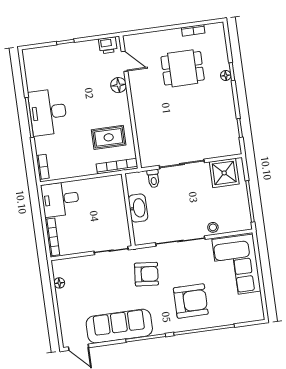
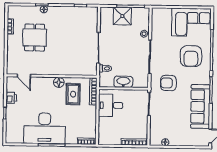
printer: (108, 45) -> (11, 98), moved
door: (124, 61) -> (24, 76), swing flipped
floor lamp: (119, 85) -> (59, 82), moved
desk: (48, 112) -> (45, 128), width x1.36, depth x1.30
shower: (224, 173) -> (122, 16), moved
desk: (60, 199) -> (111, 105), moved, turned 90
corner sofa: (236, 265) -> (191, 22), moved
armchair: (146, 274) -> (168, 83), turned -95
armchair: (191, 301) -> (191, 56), turned 180

